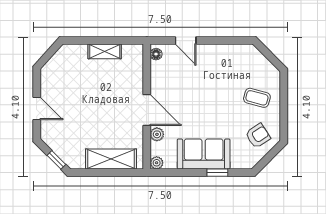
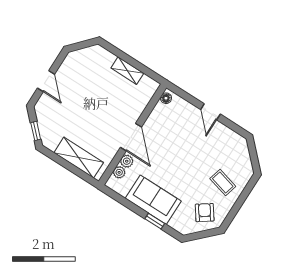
door: (186, 41) -> (210, 112), moved
armchair: (258, 136) -> (205, 213), turned -92
plant: (157, 163) -> (119, 172), moved

